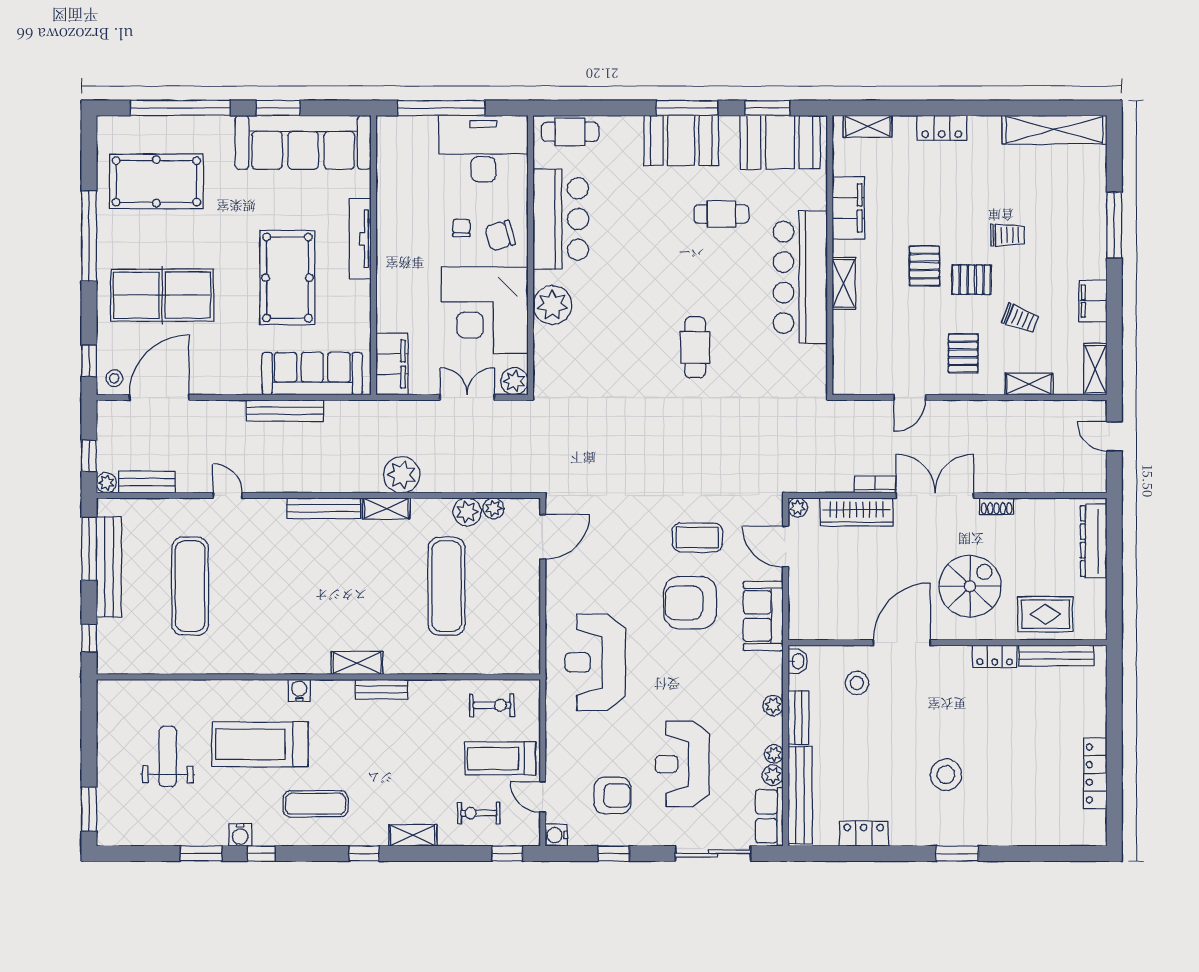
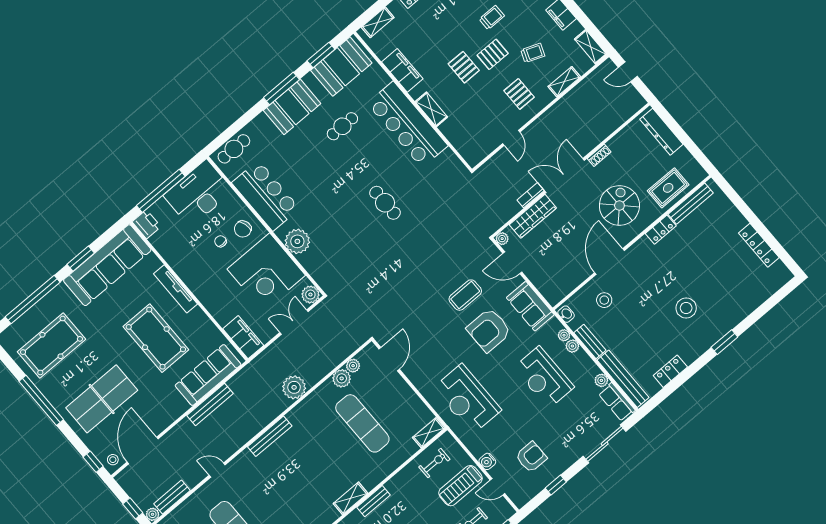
printer: (391, 133) -> (146, 224), added
shelving: (386, 509) -> (429, 433), moved
plant: (774, 754) -> (564, 335), moved
reception desk: (682, 764) -> (544, 377), moved
water cooler: (556, 835) -> (487, 461), moved

